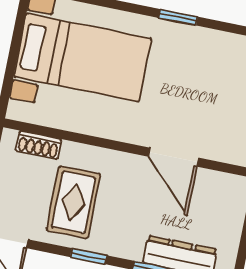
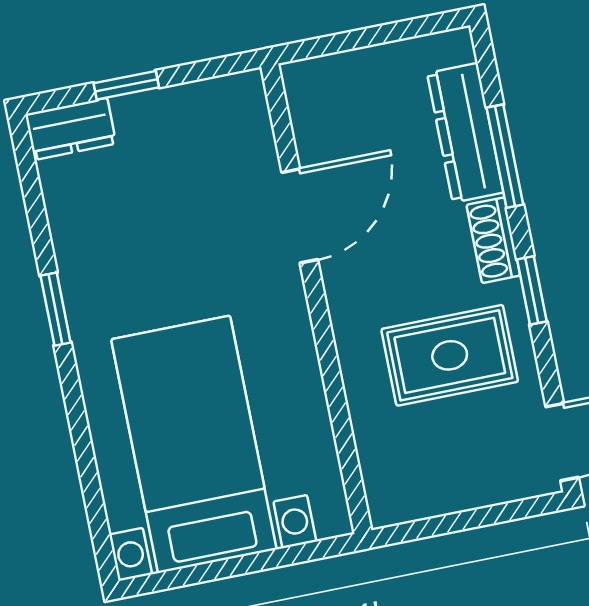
shoe rack: (38, 145) -> (493, 240), moved, turned 180

